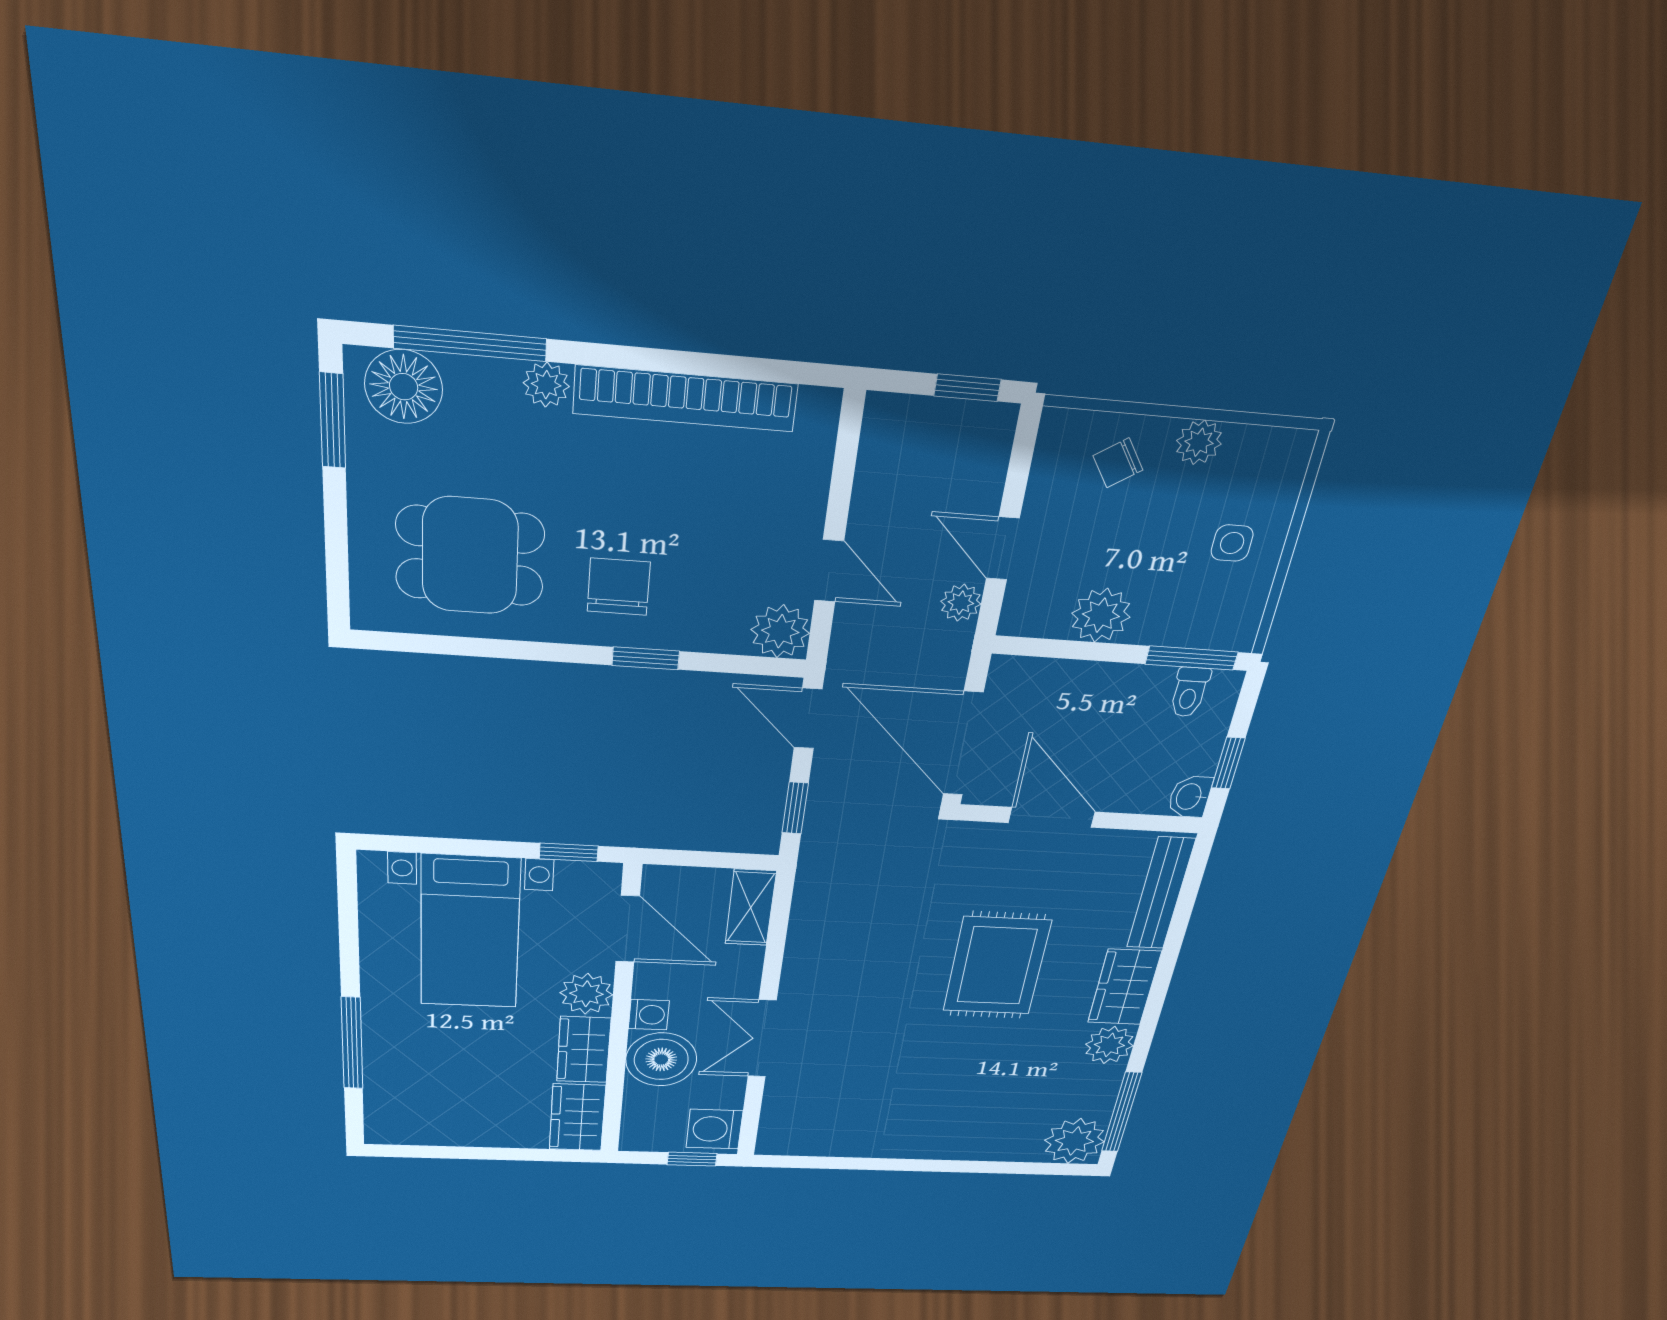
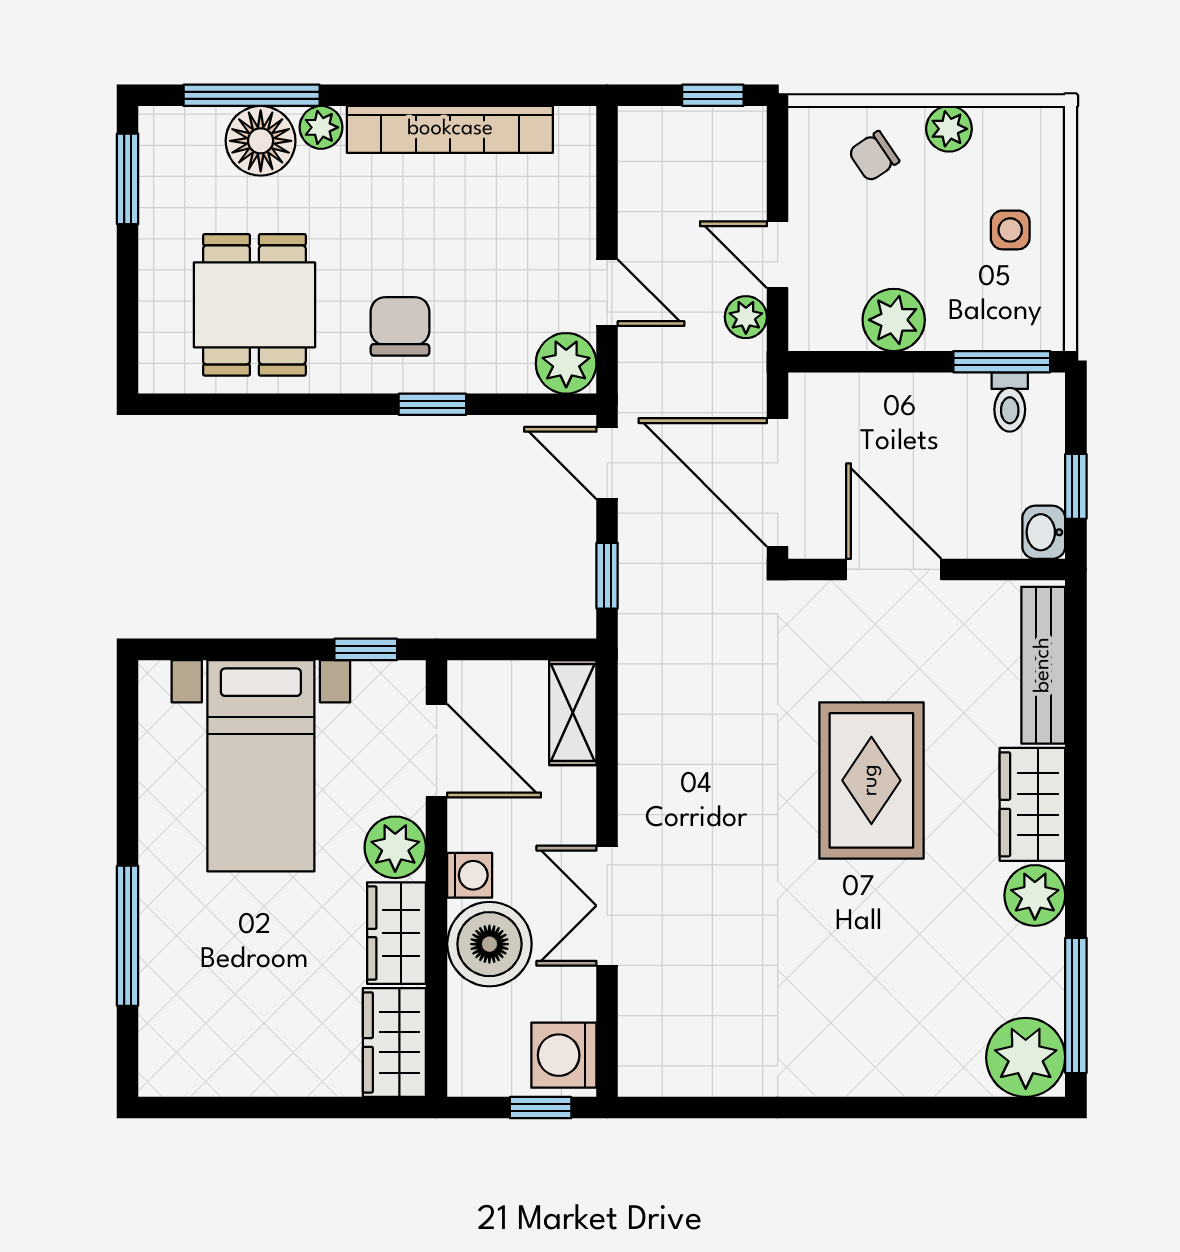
floor lamp: (404, 387) -> (261, 141), moved
dining table: (470, 556) -> (254, 305), turned 90

